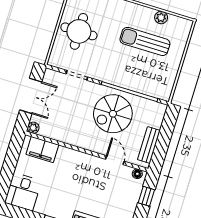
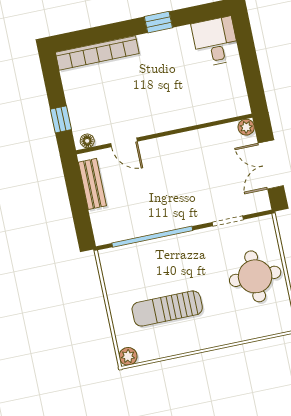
plant: (161, 18) -> (128, 356), moved
sun lounger: (145, 41) -> (167, 309), turned 180
spiral stairs: (113, 114) -> (158, 198), removed
filing cabinet: (42, 150) -> (220, 106), removed

